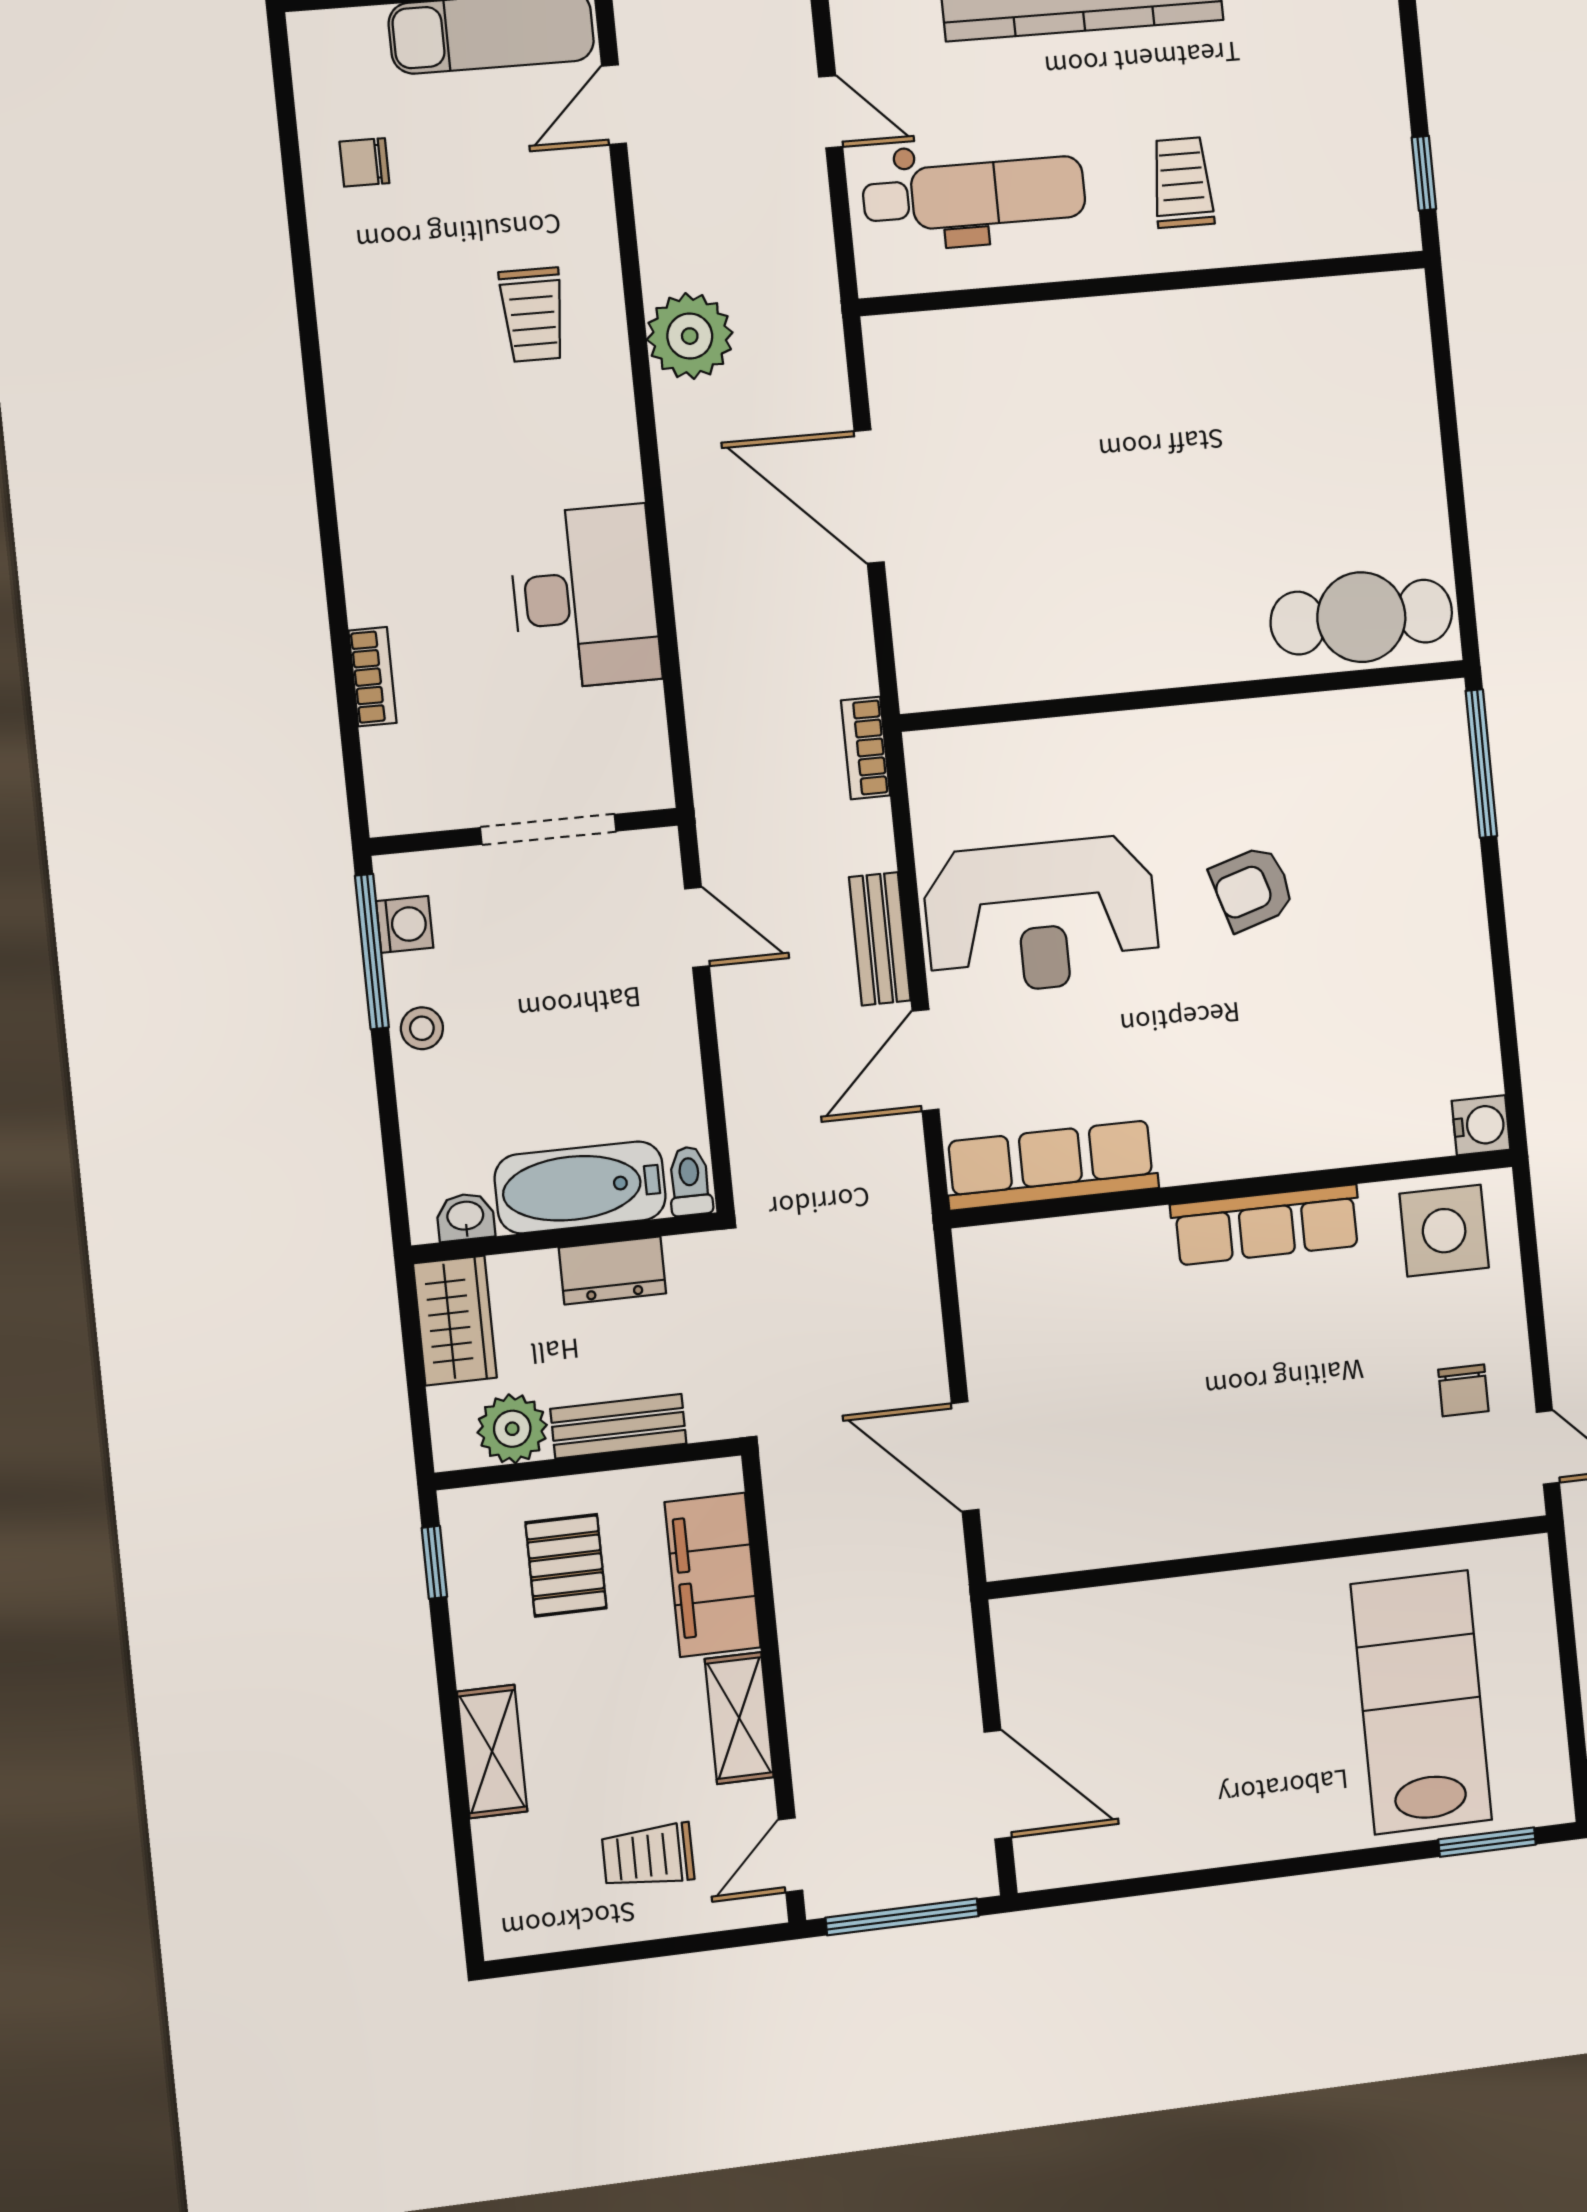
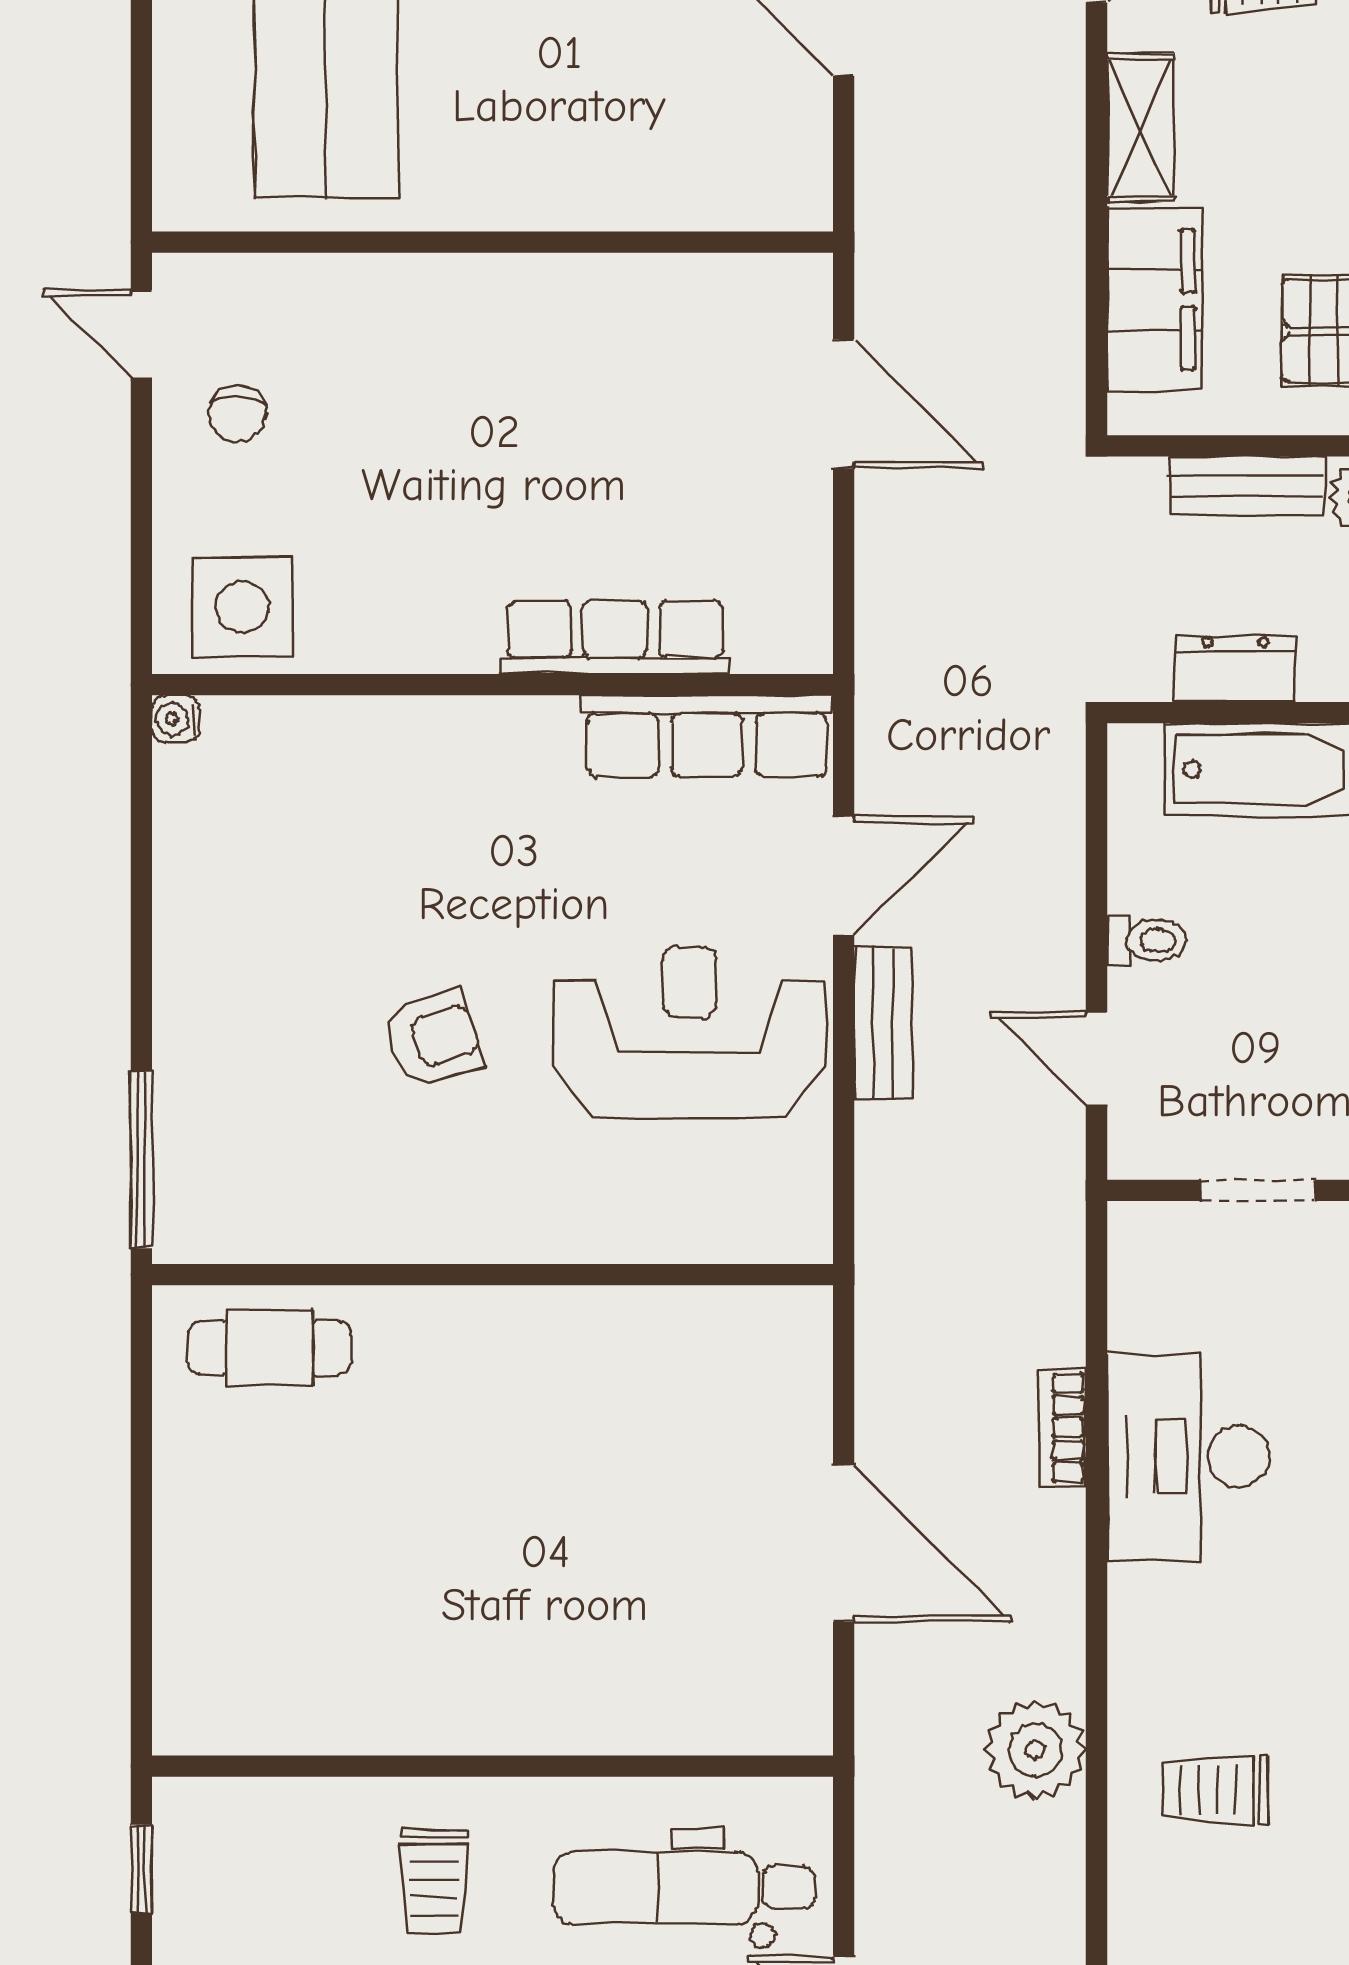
trolley: (533, 315) -> (1216, 1790), turned -90
cafe table: (1361, 617) -> (270, 1348), width x0.73, depth x0.74
bookcase: (865, 748) -> (1063, 1428), moved, turned 180
doorway: (548, 829) -> (1258, 1190), width x0.73
water cooler: (1481, 1125) -> (176, 719), width x0.72, depth x0.72
toilet: (690, 1181) -> (1147, 940), moved, turned -90
row of seats: (1266, 1225) -> (615, 637), moved
chair: (1463, 1390) -> (238, 414), turned 180

